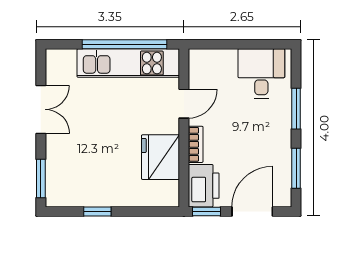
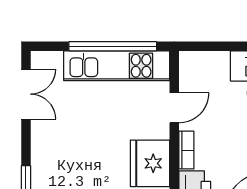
double door: (41, 109) -> (26, 94), moved

